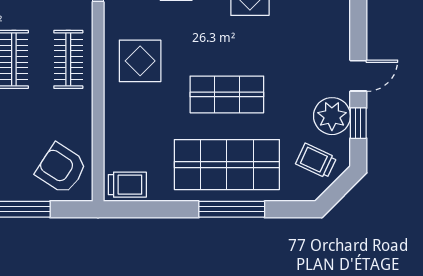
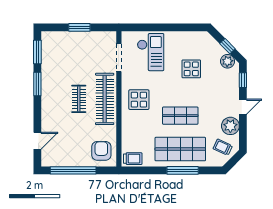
clothes rail: (68, 59) -> (105, 99), width x1.86, depth x1.31
window: (358, 123) -> (243, 80), moved
armchair: (61, 169) -> (101, 151), turned 57

